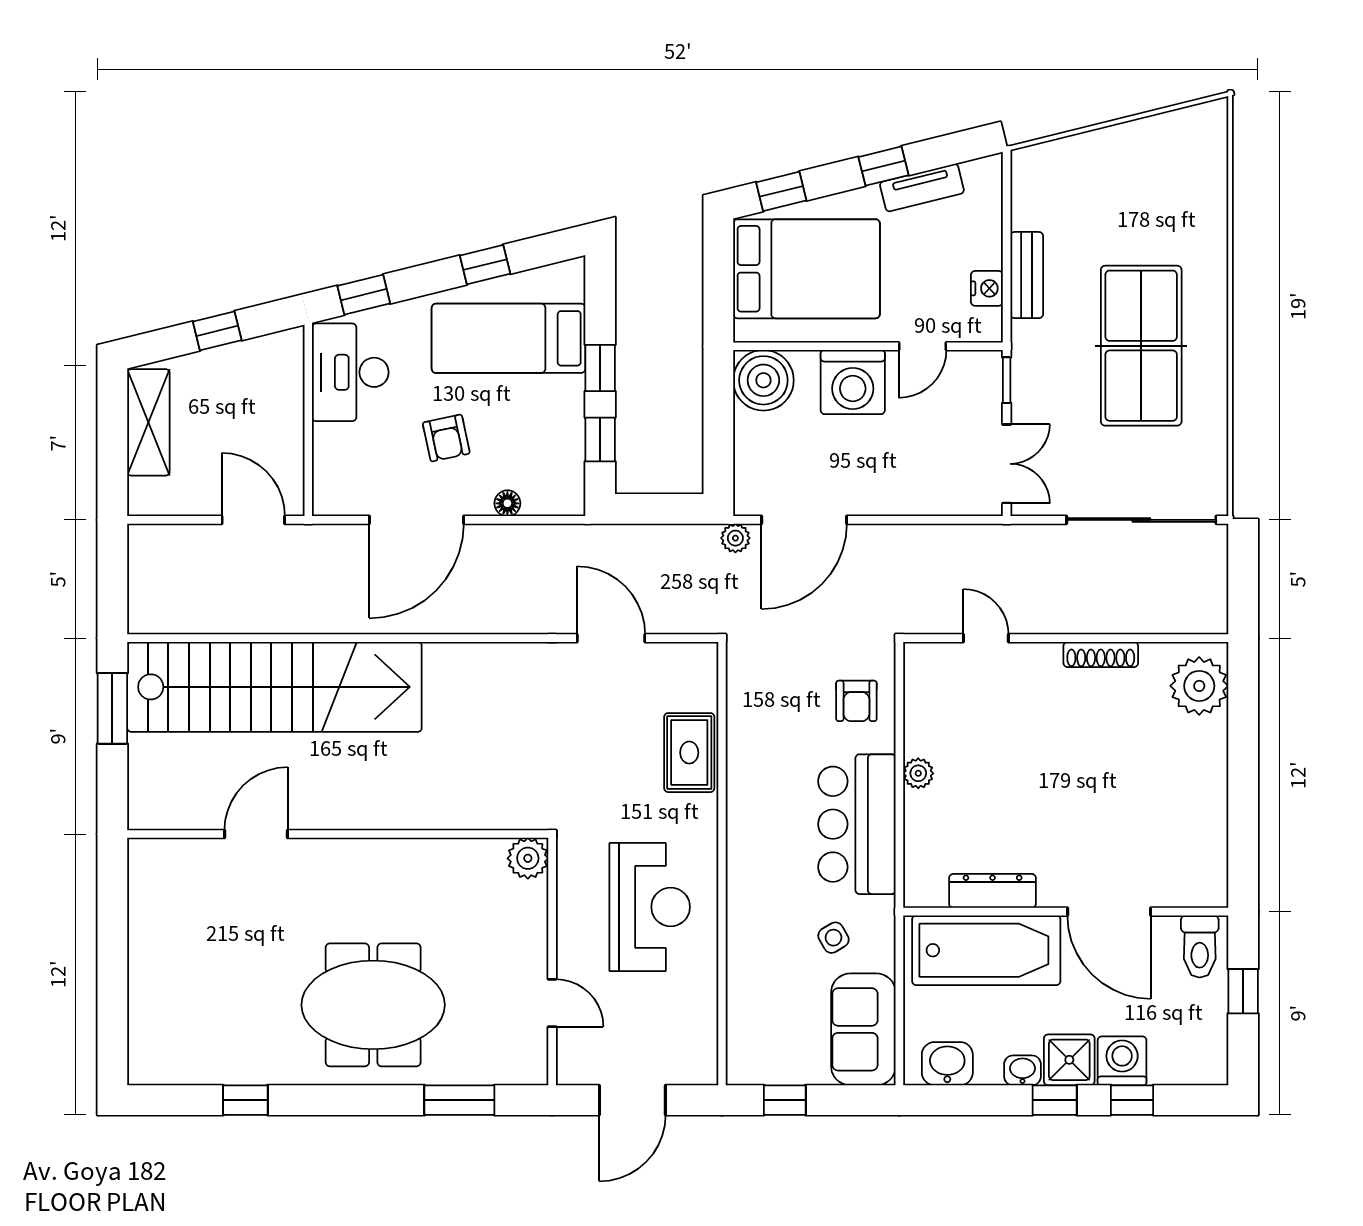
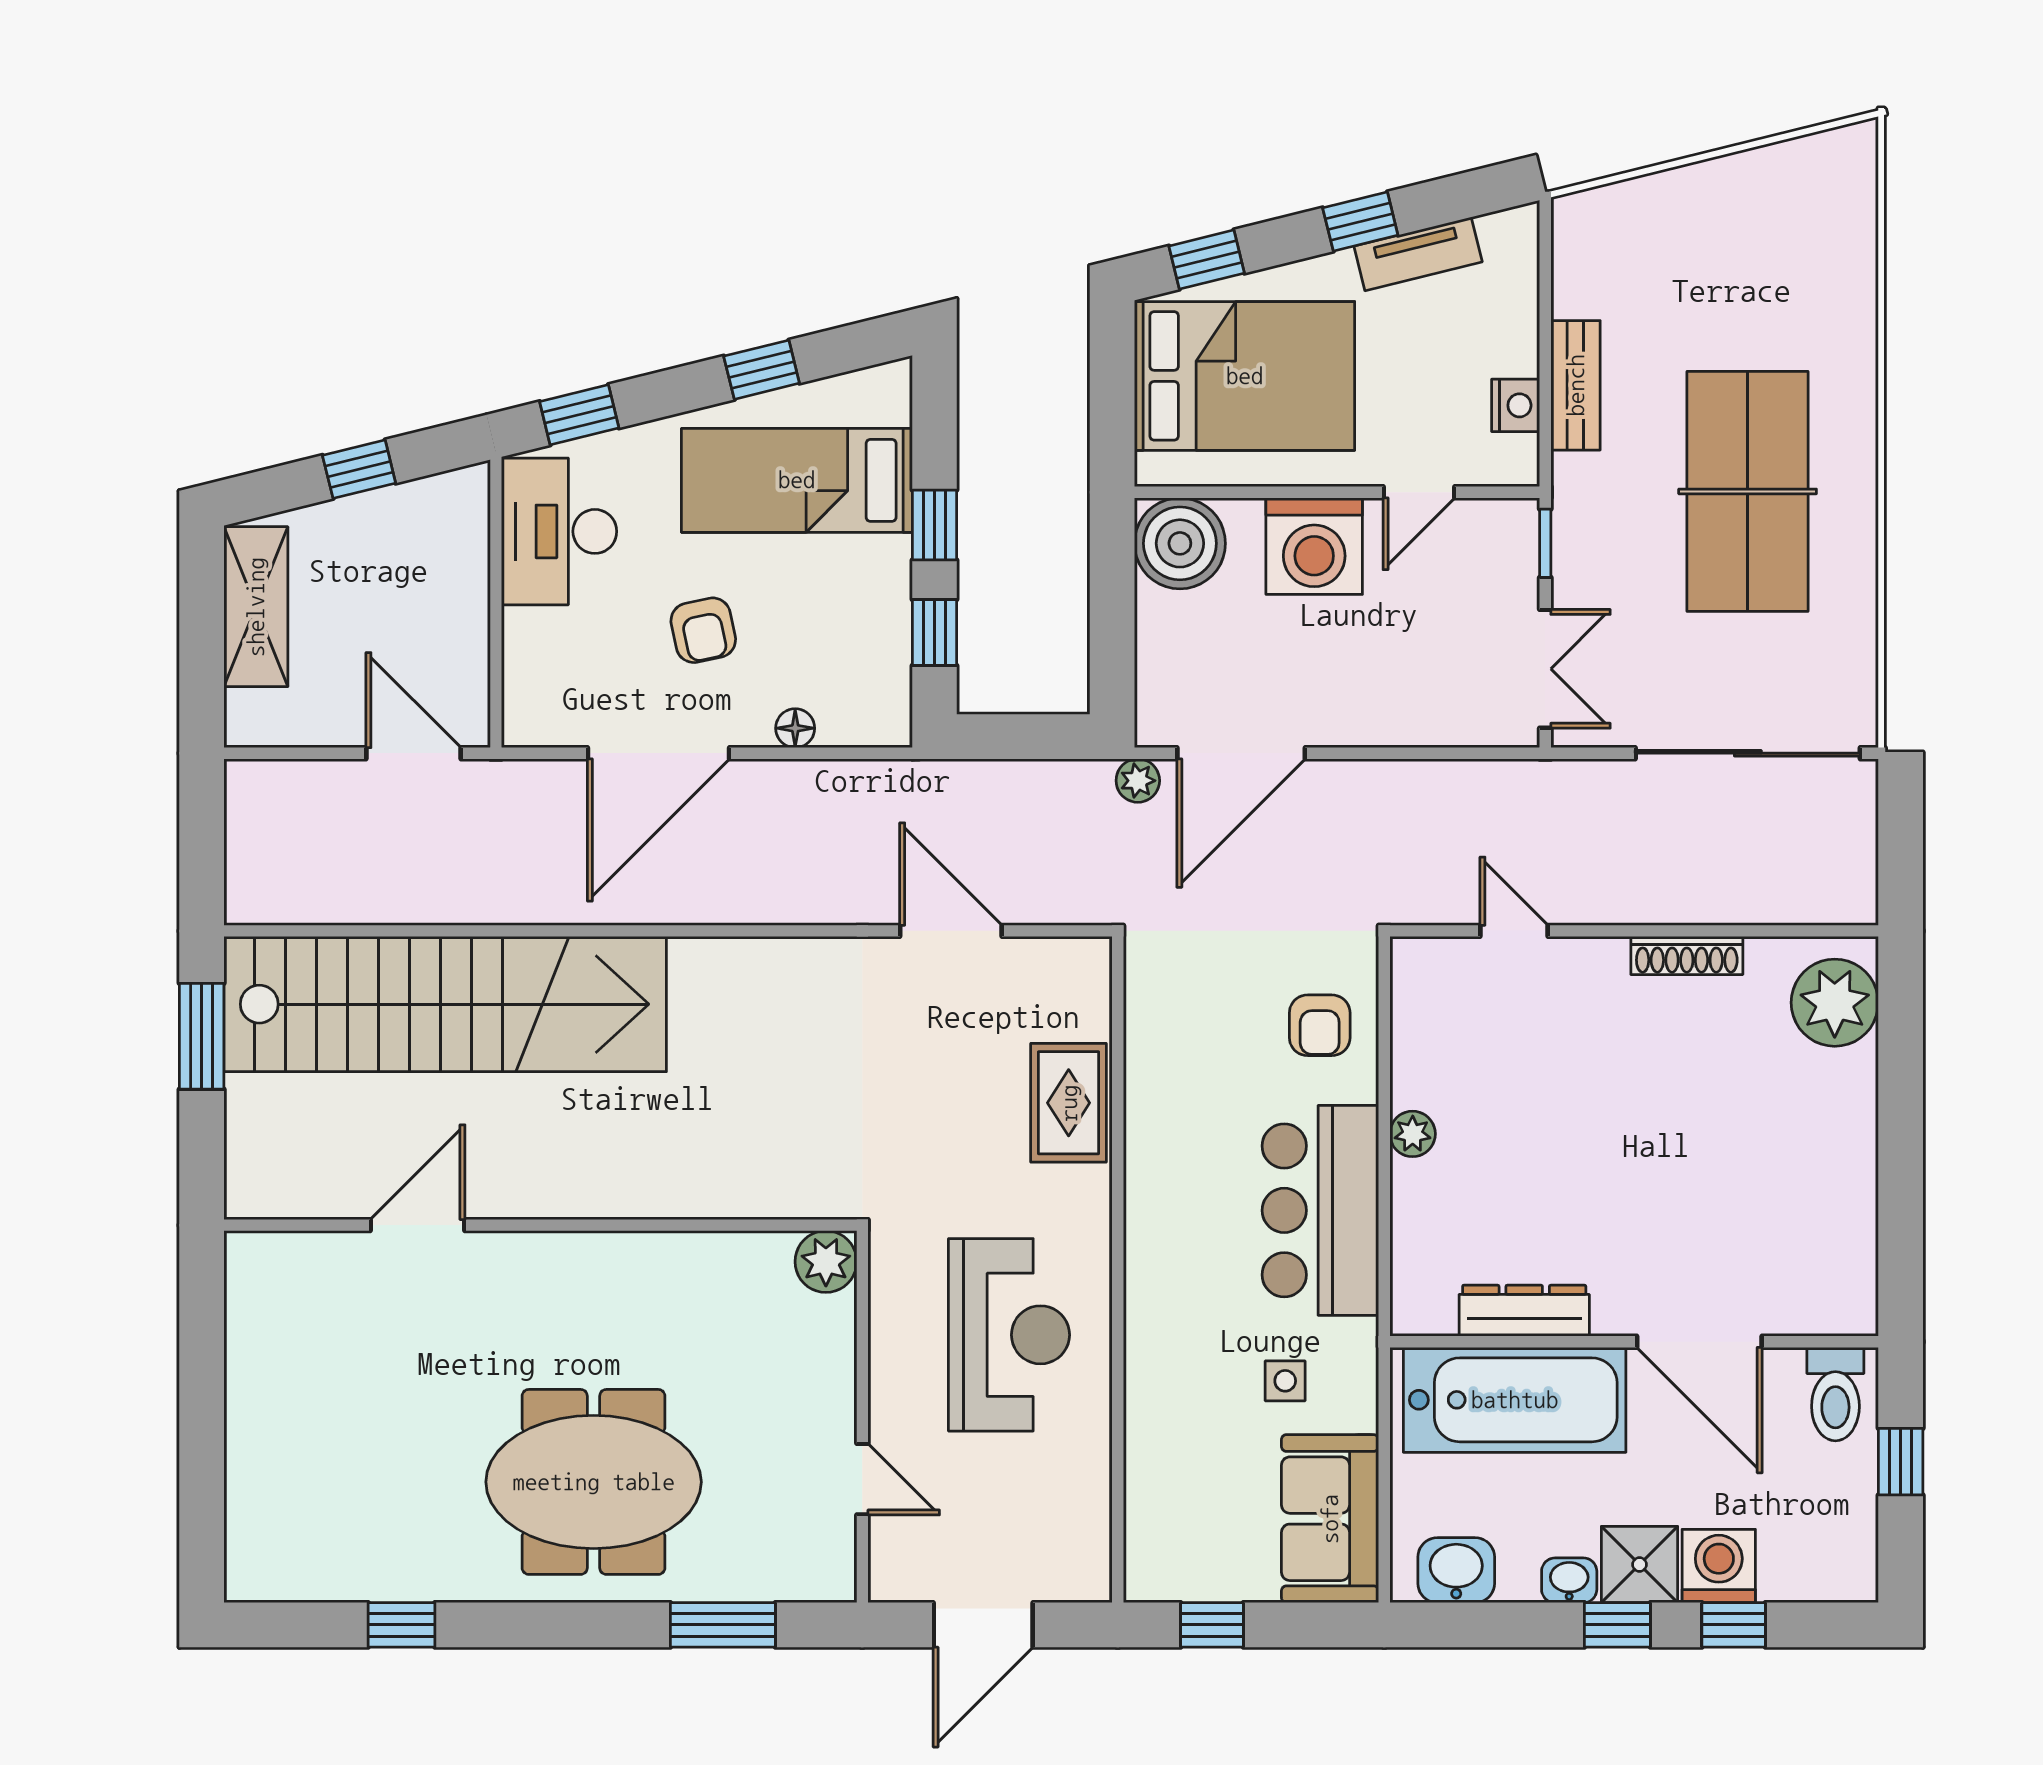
side table: (833, 938) -> (1285, 1381), turned 30

